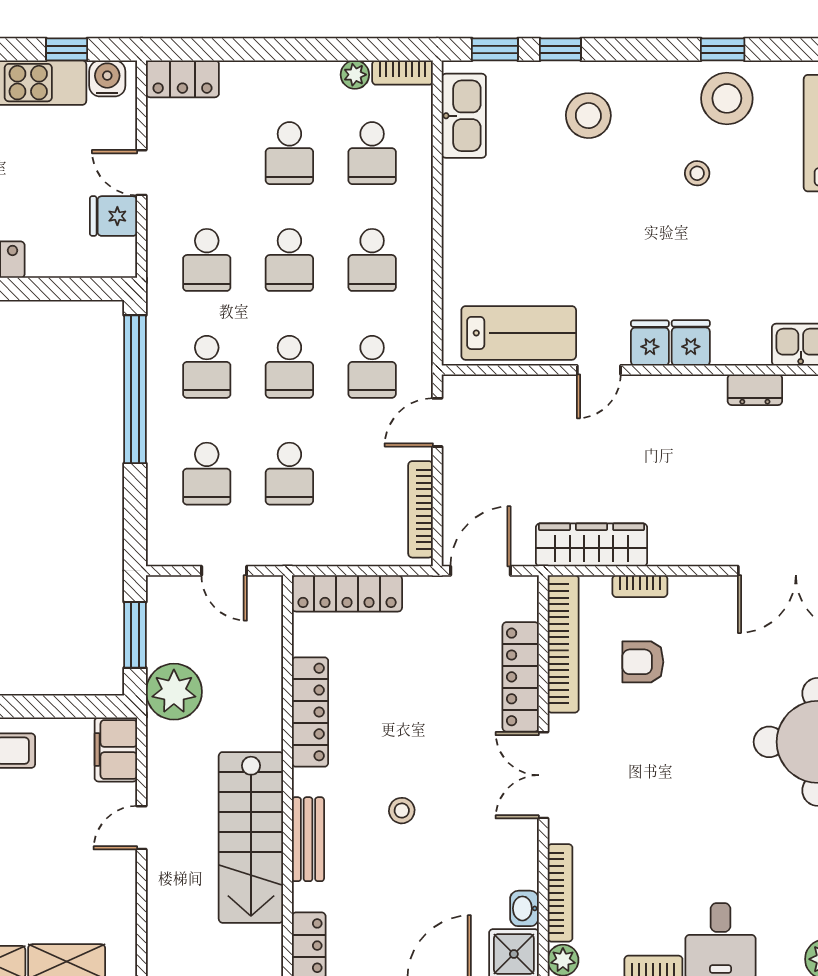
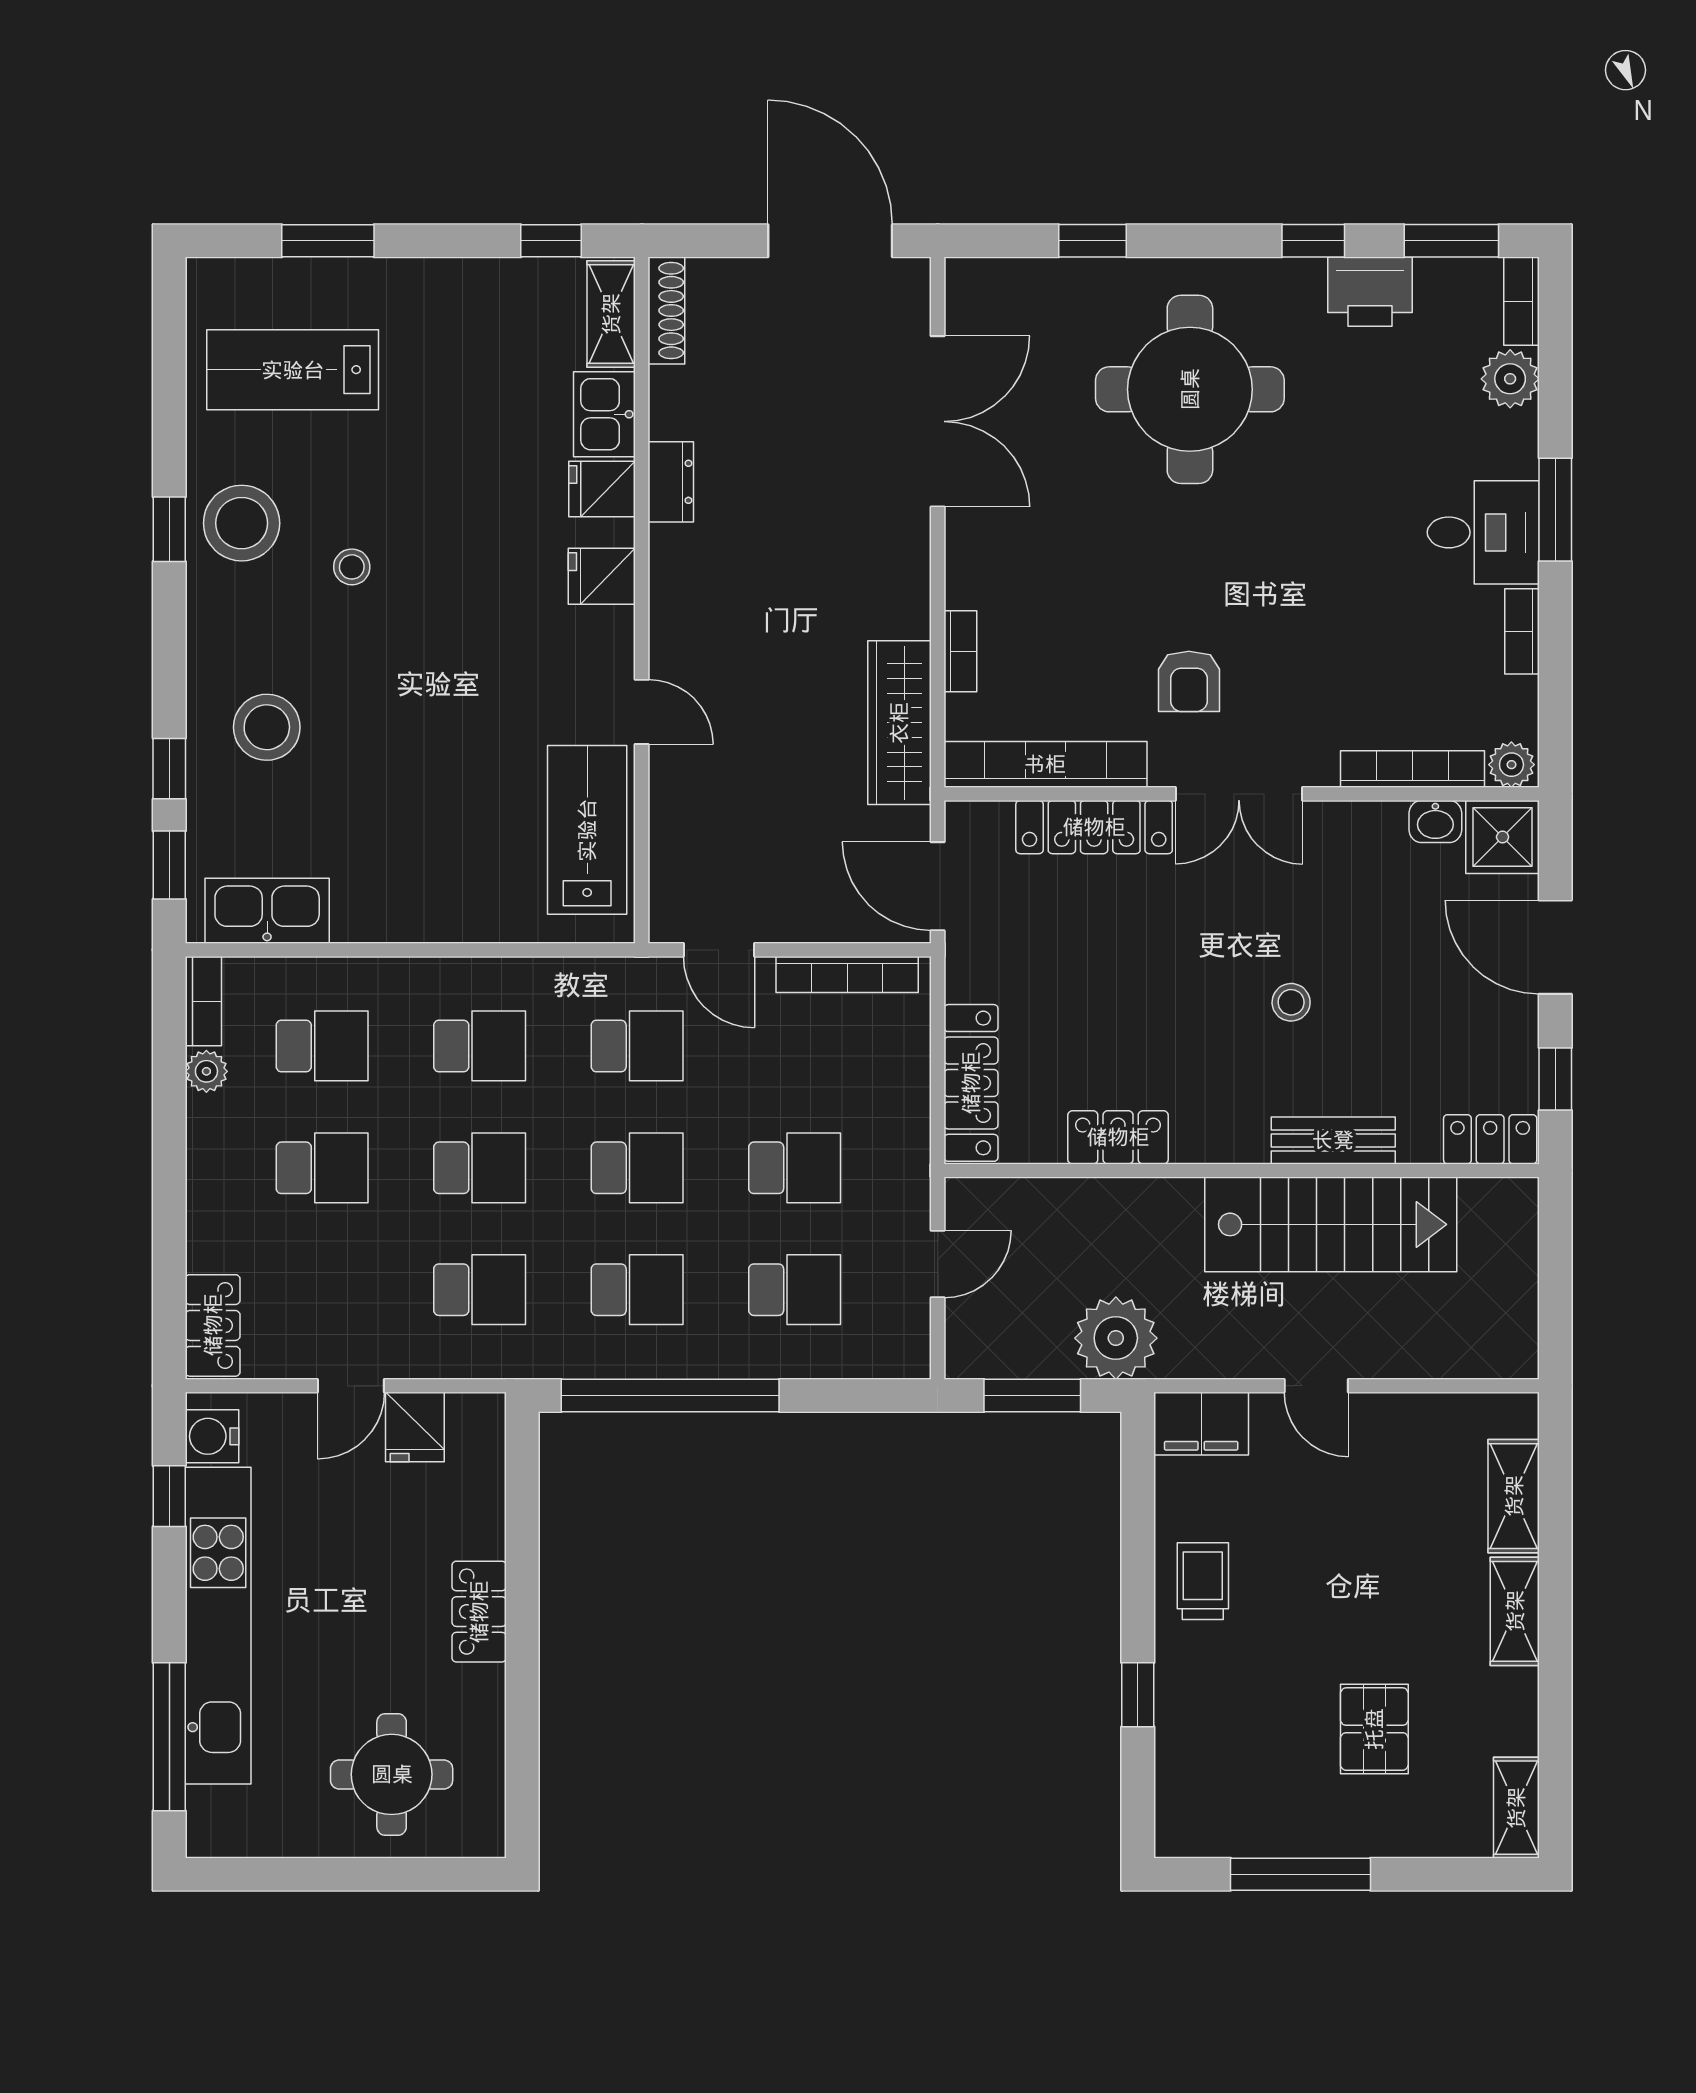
fridge: (650, 343) -> (602, 489), moved
armchair: (643, 662) -> (1189, 681), moved
locker: (310, 712) -> (1118, 1137), width x0.66

